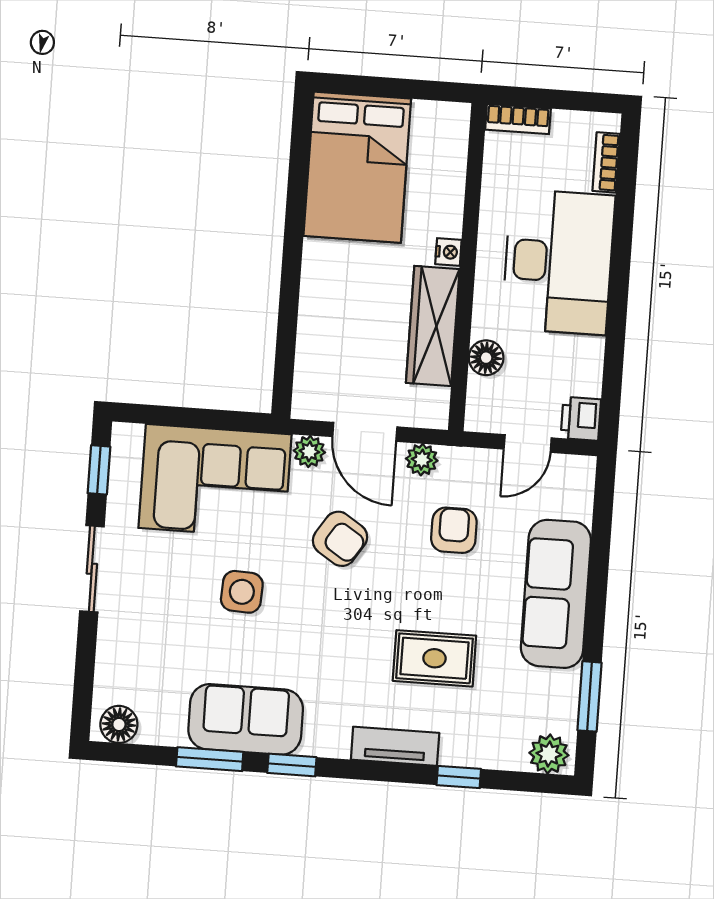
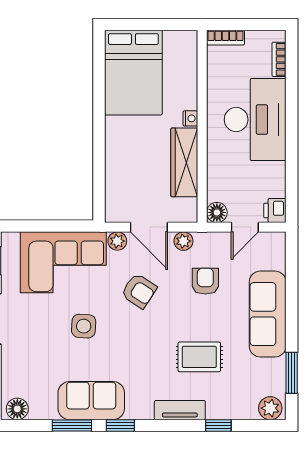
floor lamp: (486, 358) -> (217, 212), moved

